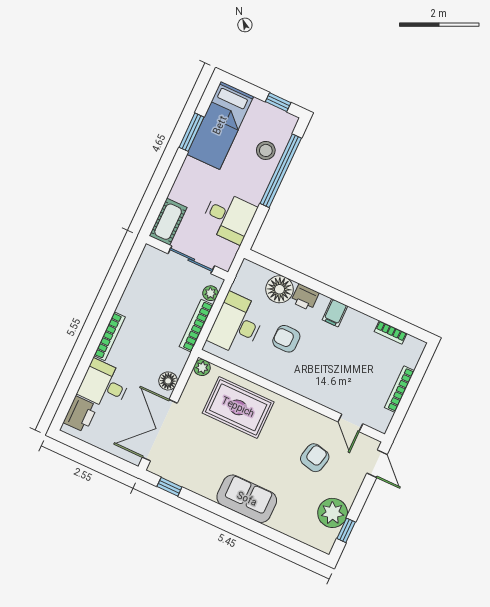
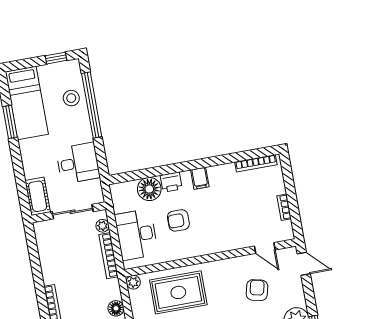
bookcase: (391, 332) -> (256, 163), width x1.56
bookcase: (399, 389) -> (284, 207), width x0.64

